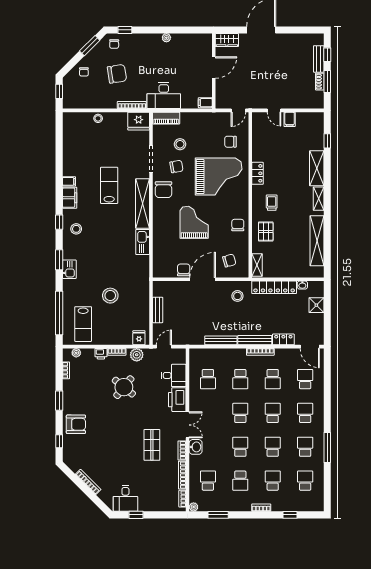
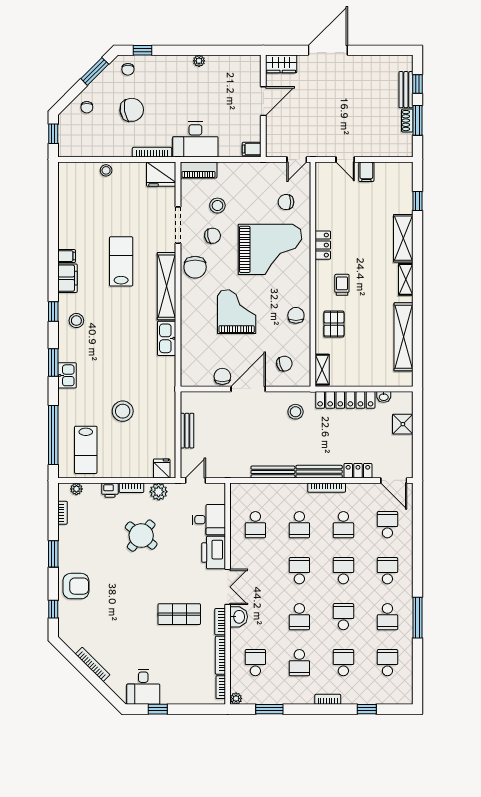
shop shelf: (152, 445) -> (179, 614), turned 90
school desk: (240, 447) -> (299, 617), turned 180
school desk: (305, 447) -> (387, 617), turned 180

